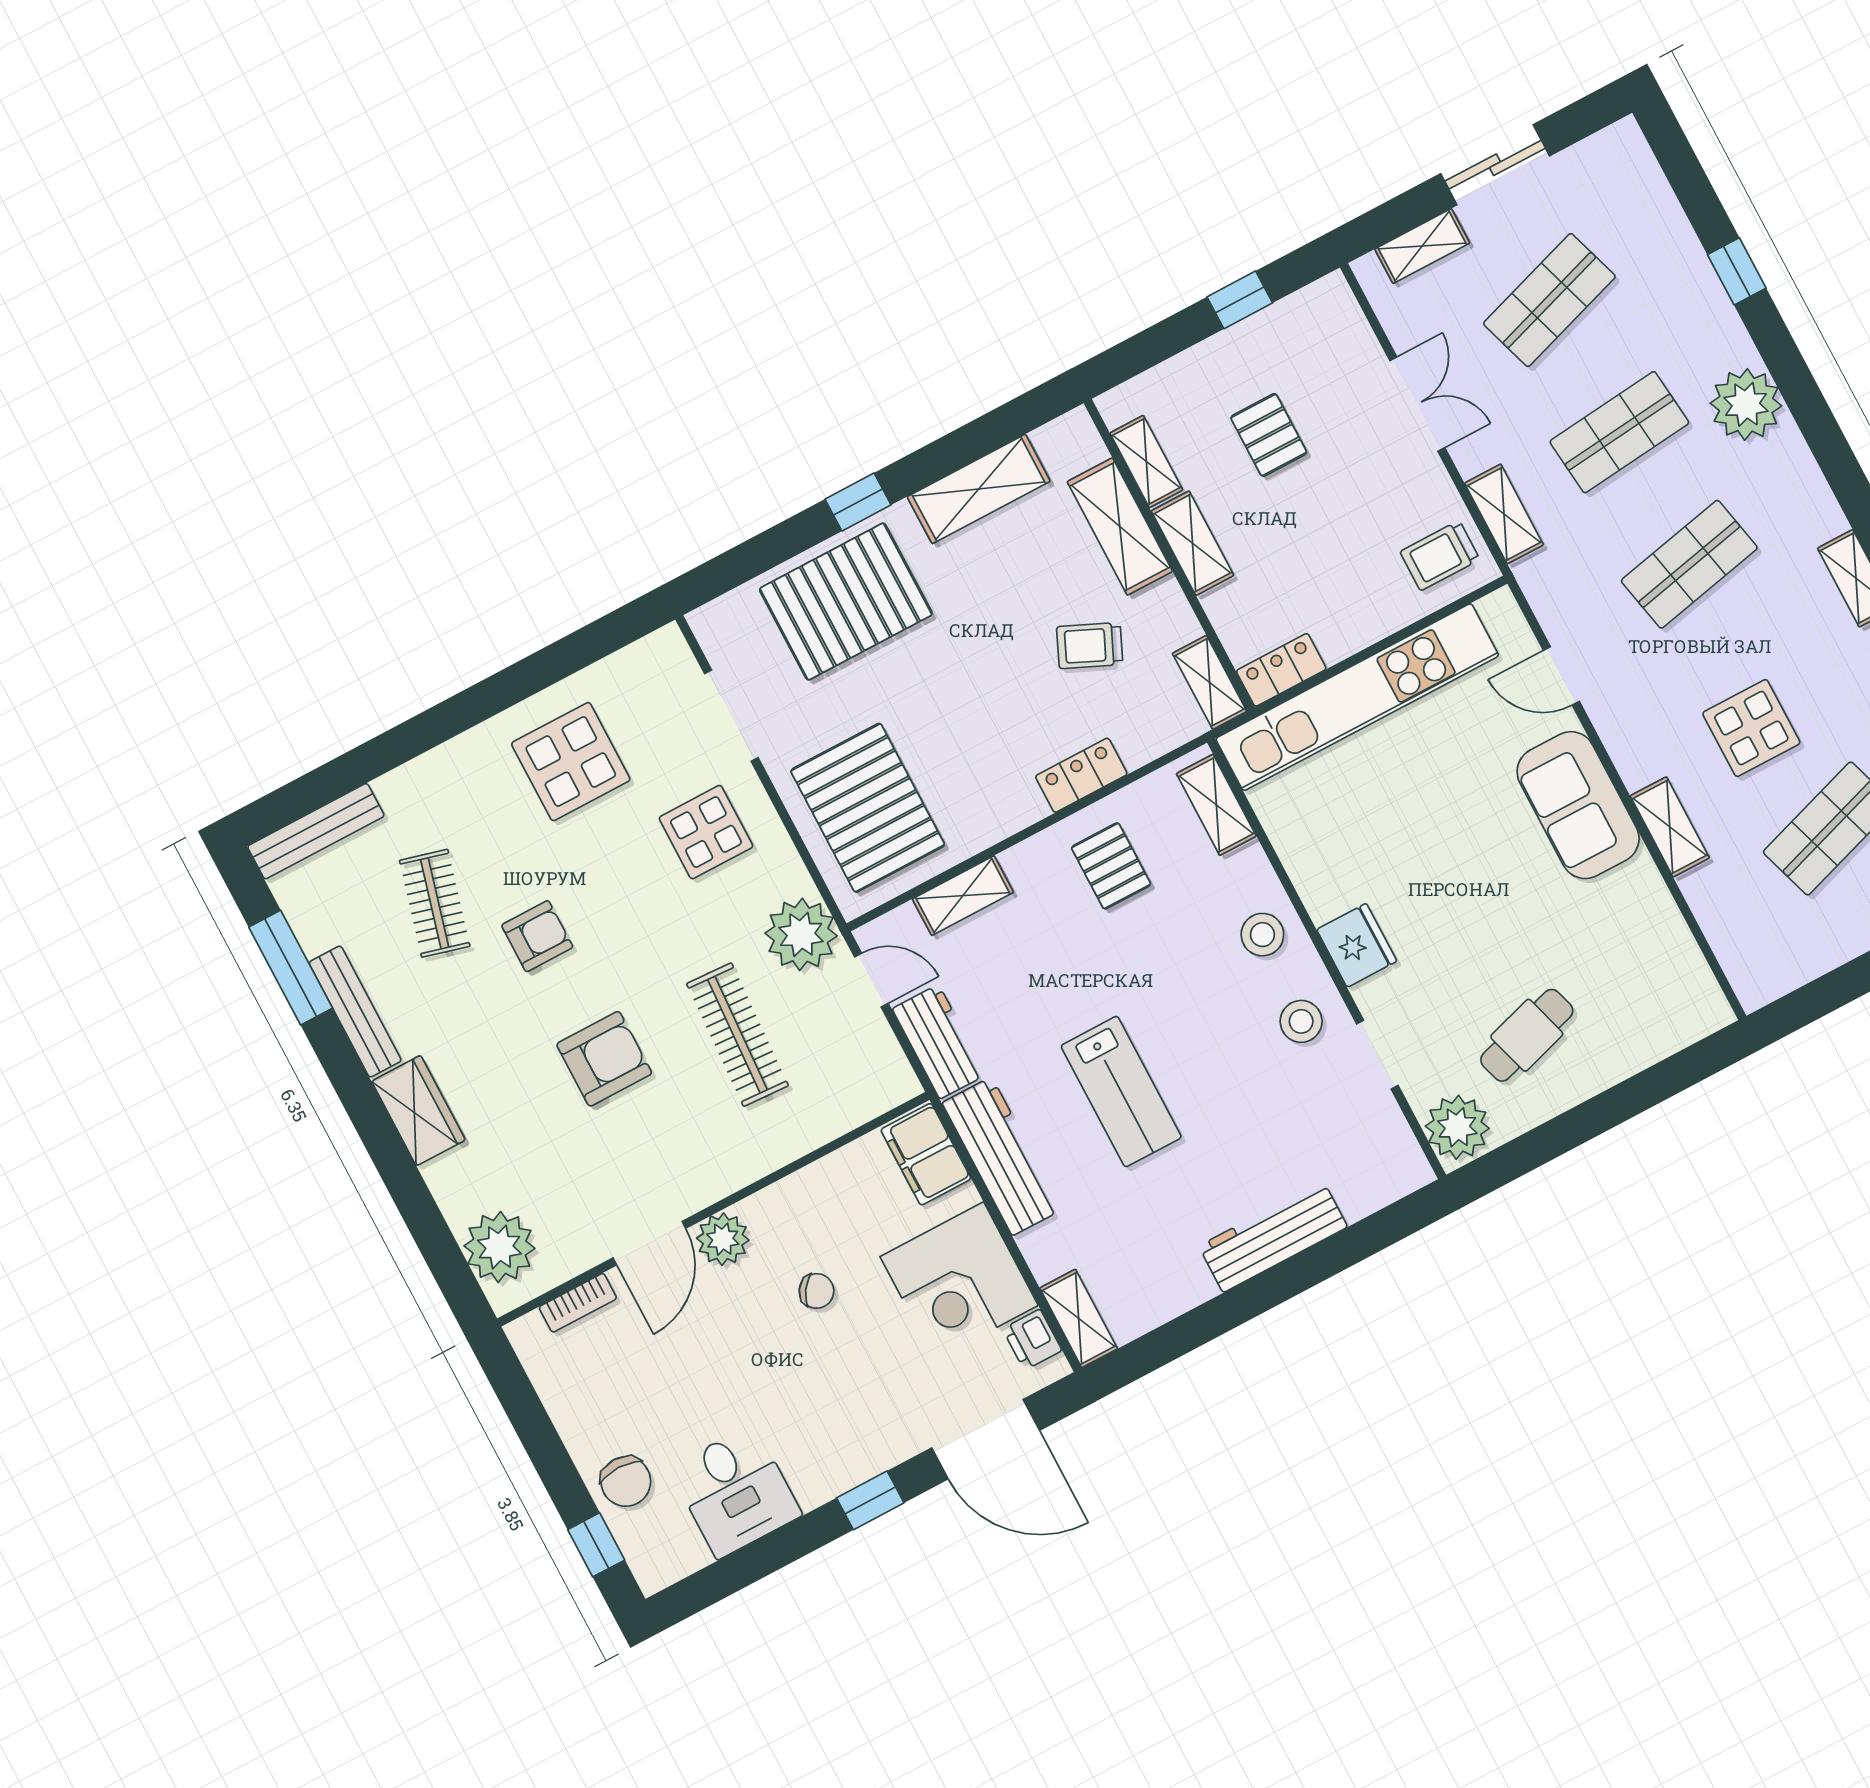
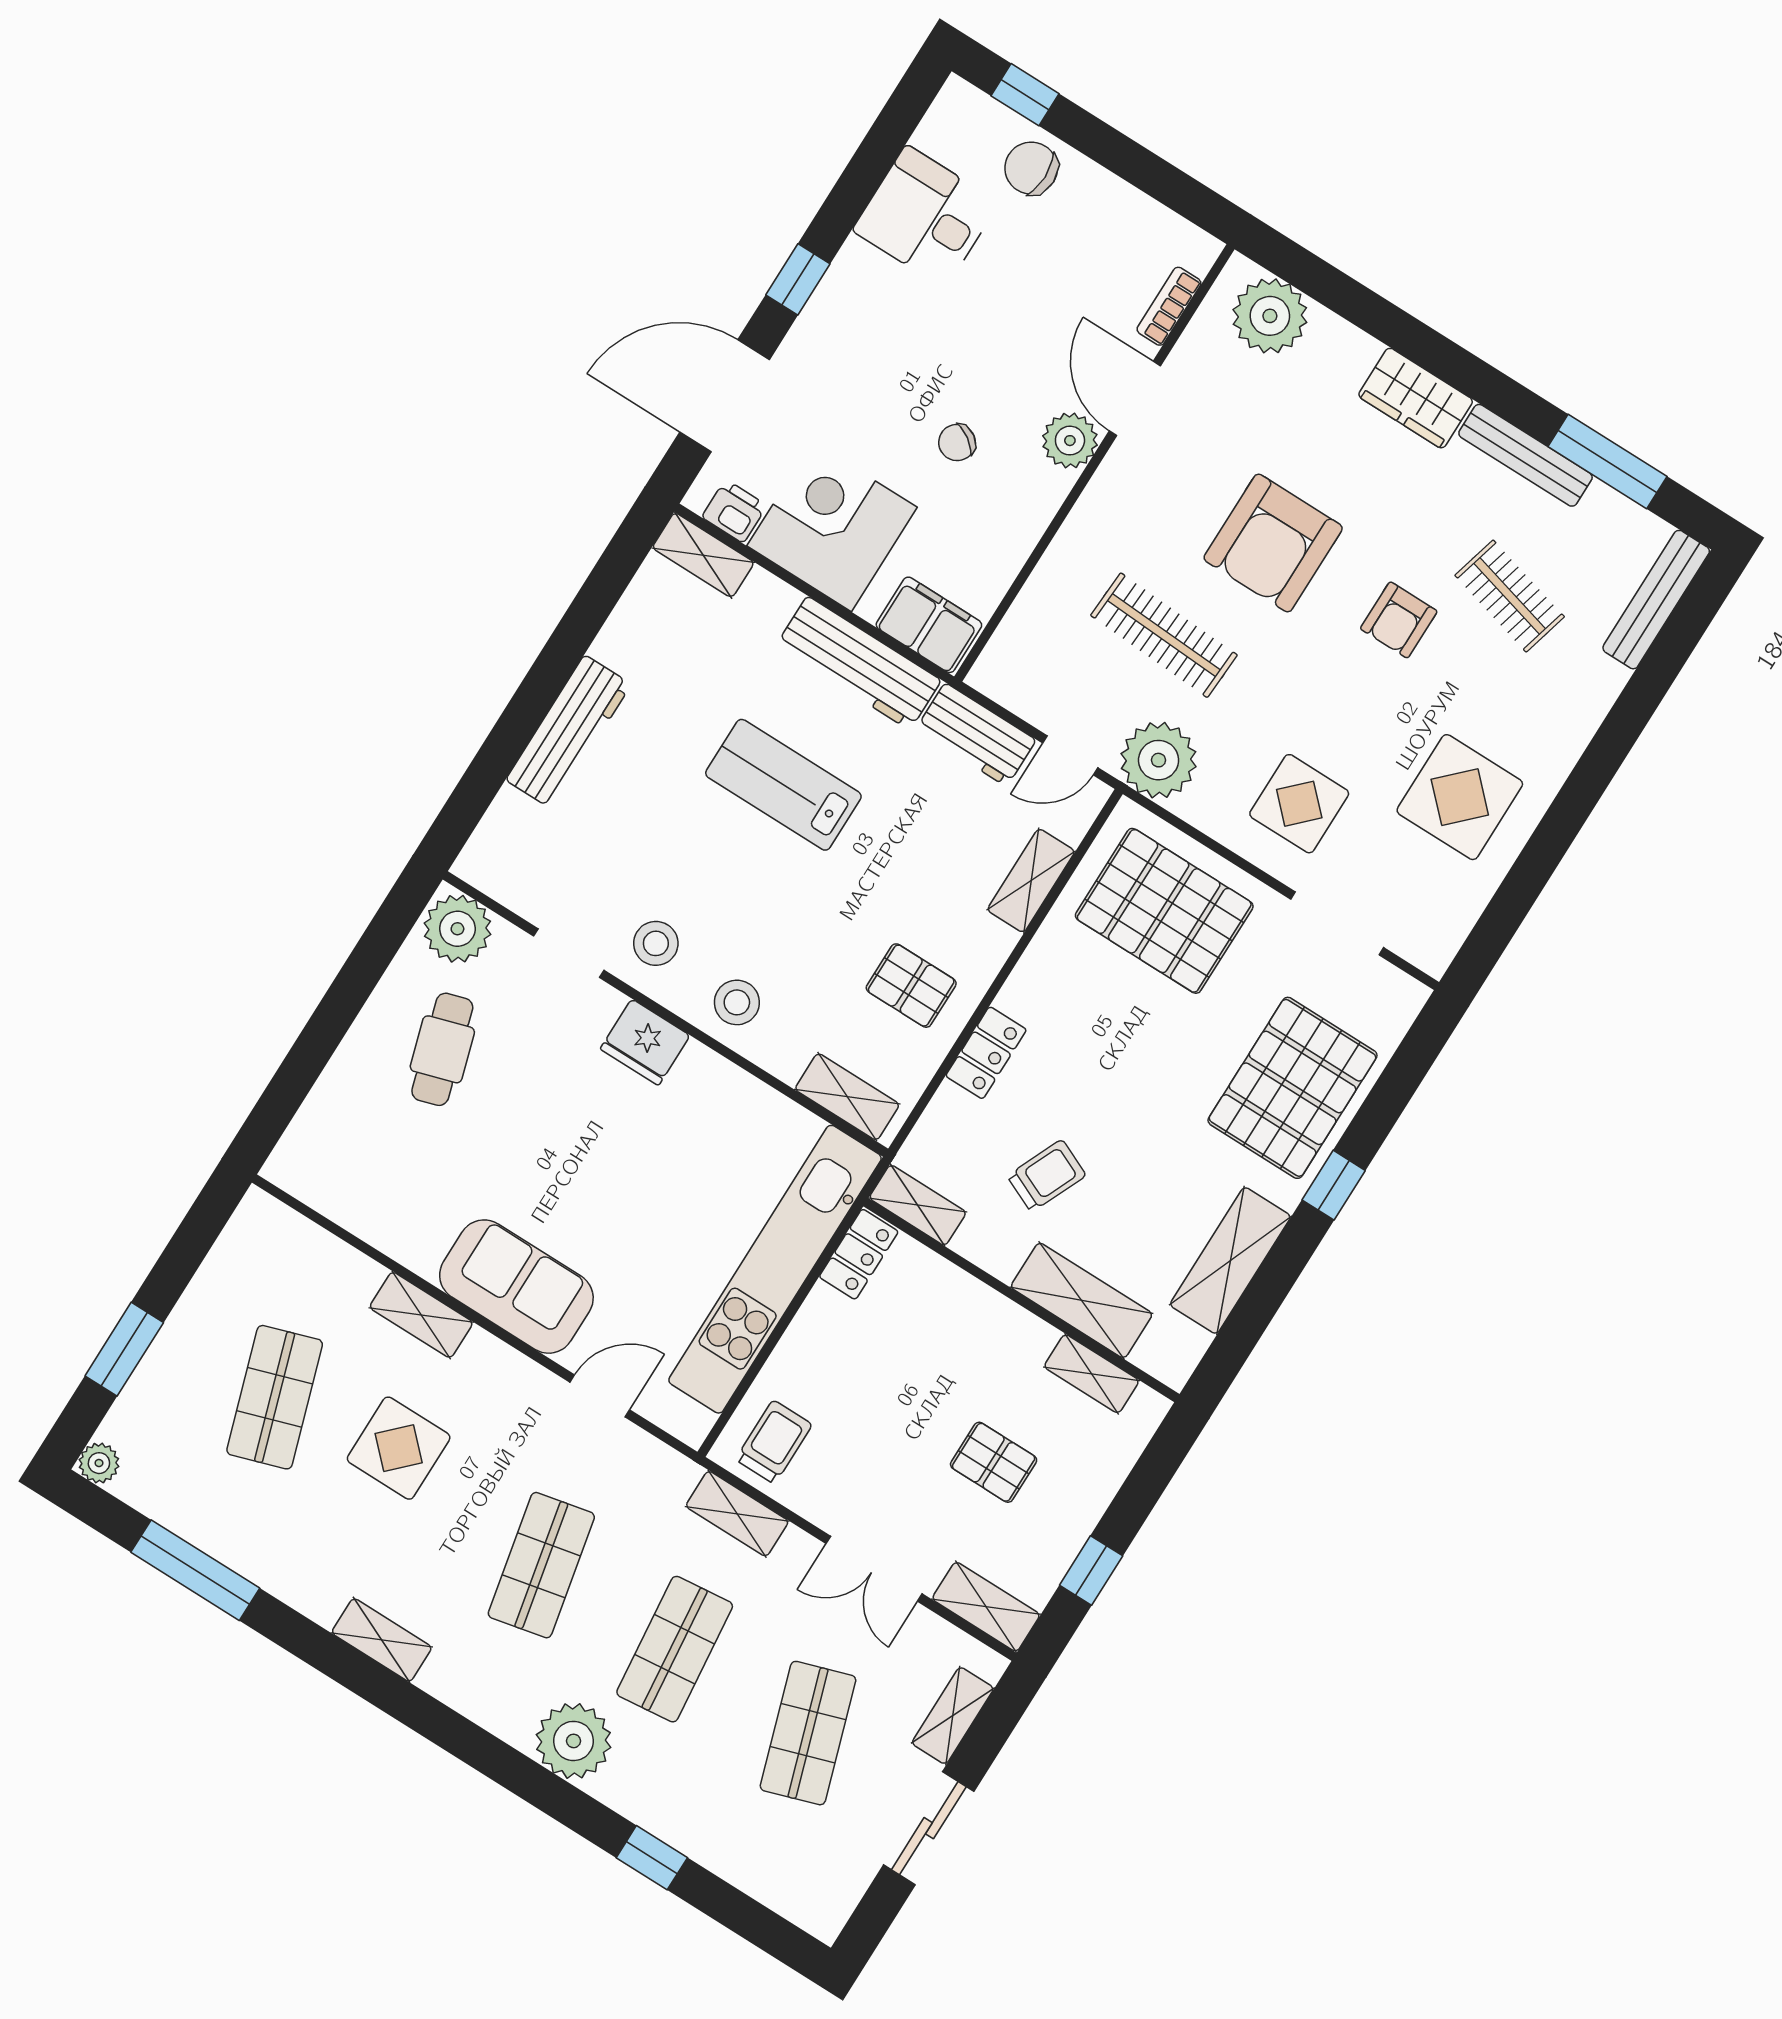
shelving: (1192, 543) -> (986, 1607), moved
armchair: (604, 1059) -> (1273, 543), width x1.36, depth x1.36

